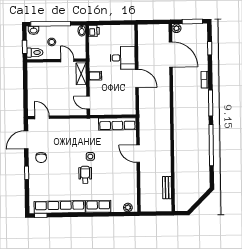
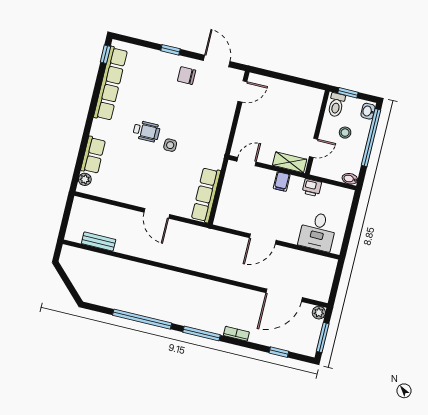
printer: (94, 31) -> (312, 188), moved
desk: (123, 58) -> (318, 231), moved
door: (138, 154) -> (157, 213), swing flipped
row of seats: (98, 206) -> (93, 155), moved

